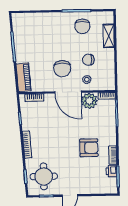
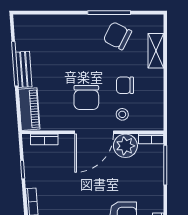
chair: (82, 26) -> (117, 36), turned 117
bench: (19, 50) -> (24, 69), added
door: (68, 92) -> (94, 132), hinge flipped

